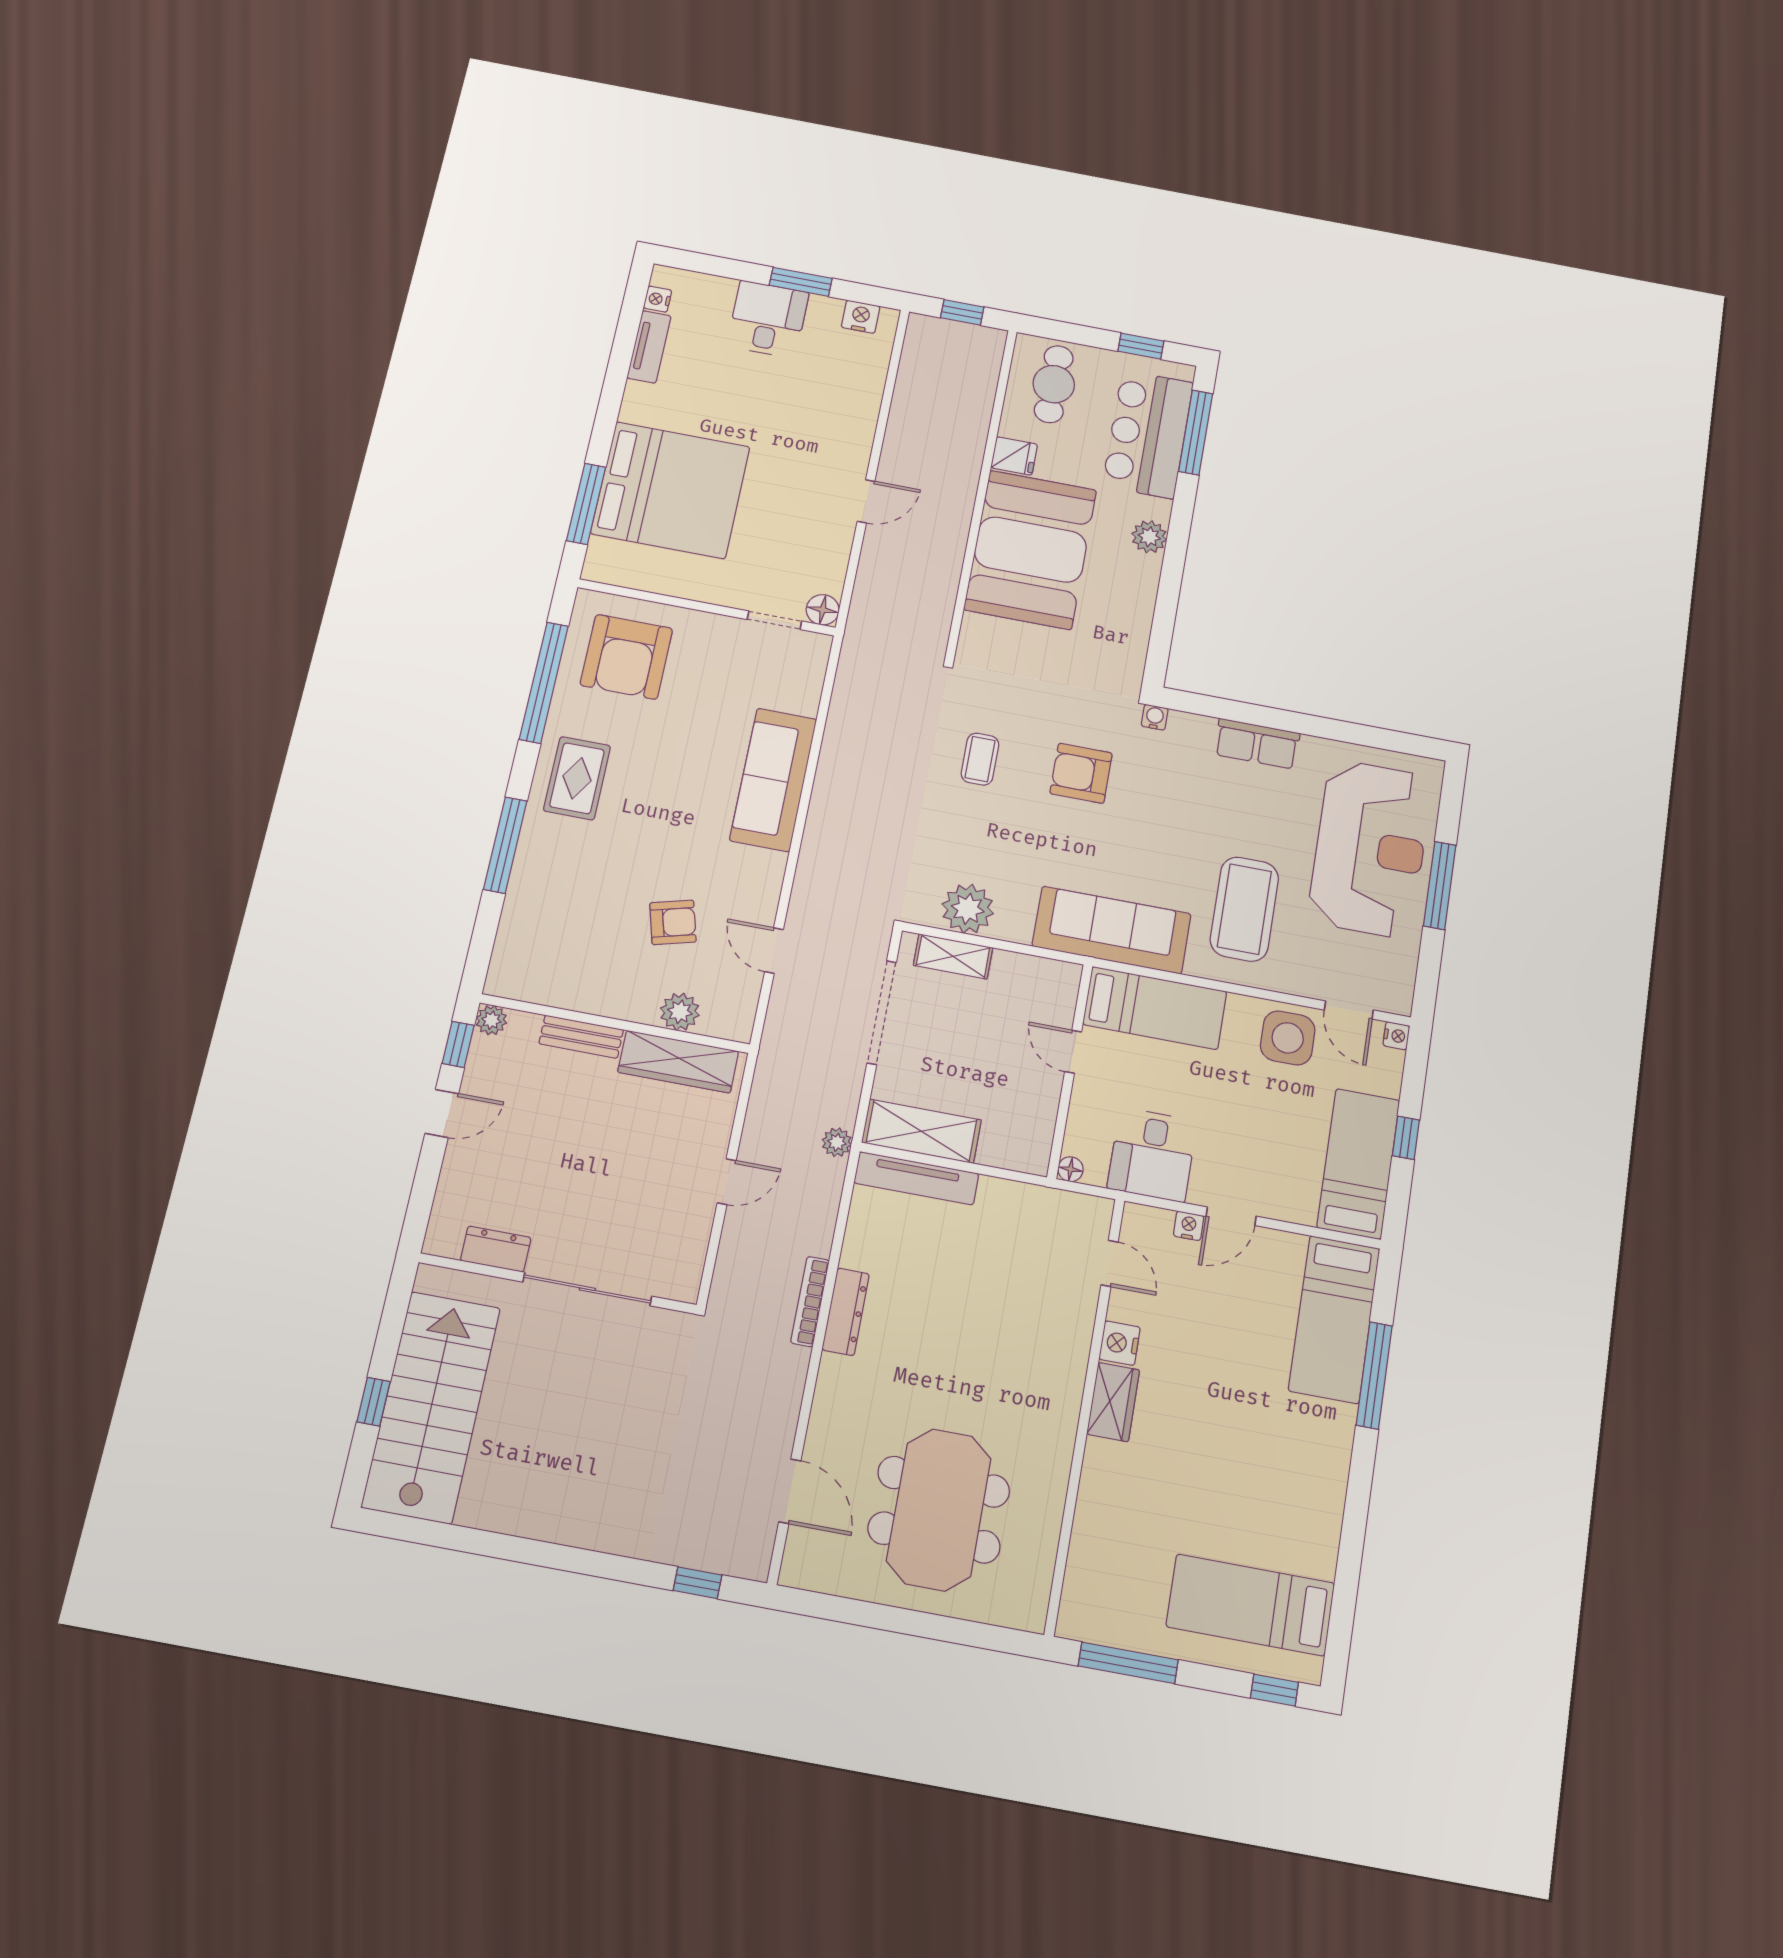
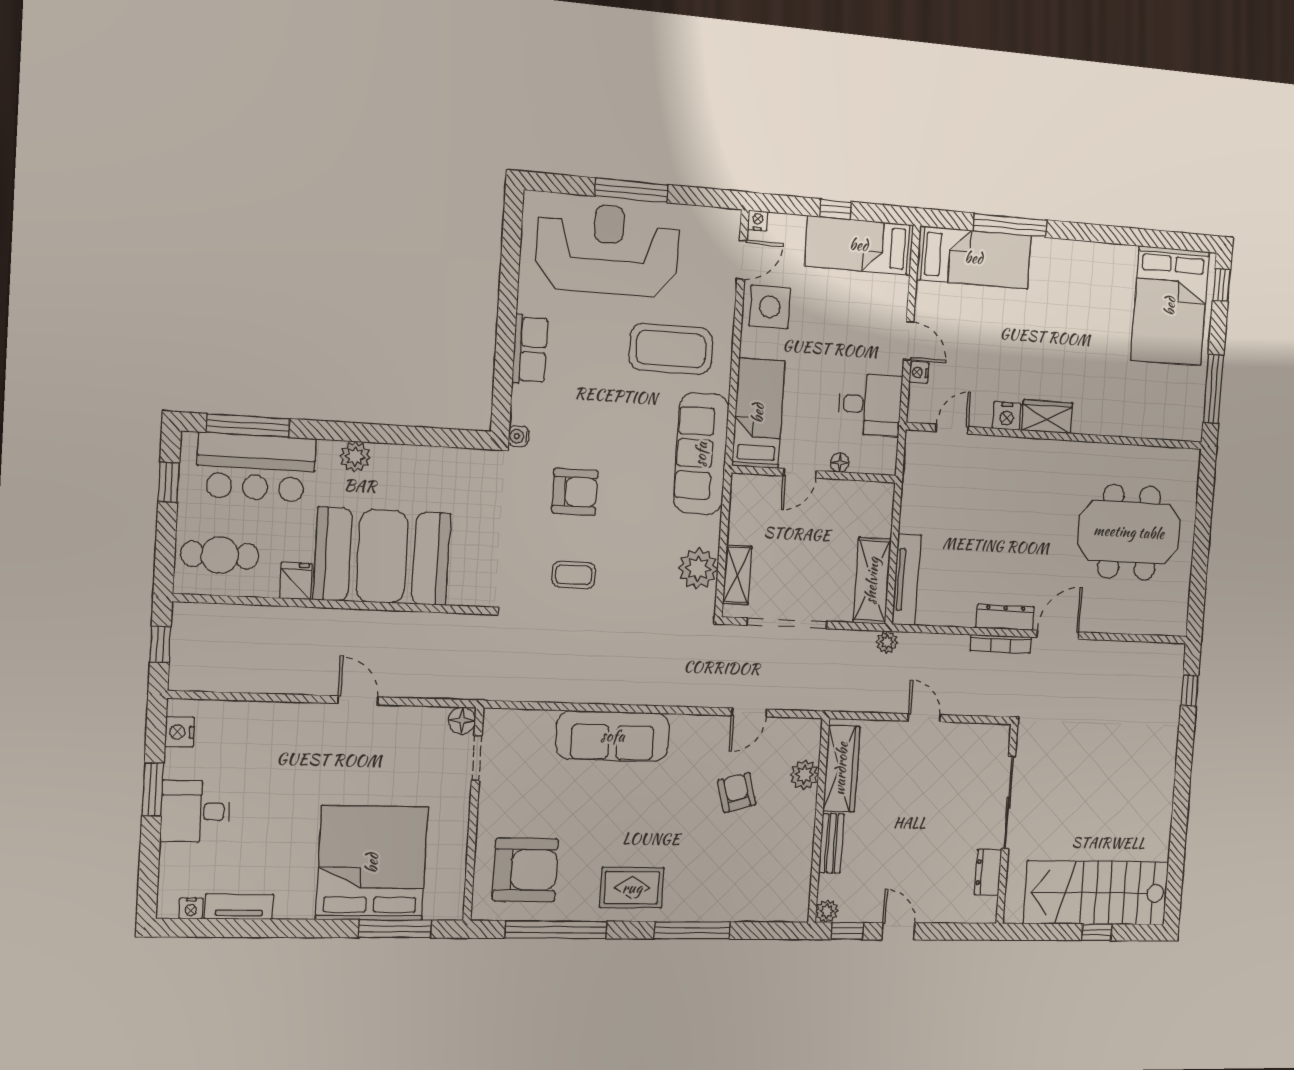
armchair: (1081, 773) -> (575, 492), turned -90
floor lamp: (1071, 1169) -> (840, 463), moved
door: (790, 1491) -> (1058, 635), moved
bed: (1250, 1605) -> (1170, 306), width x1.50

